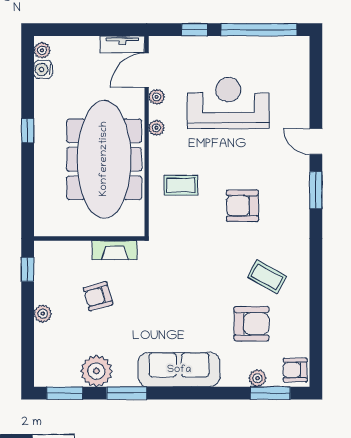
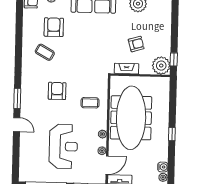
reception desk: (228, 103) -> (63, 146), turned -90
armchair: (242, 206) -> (57, 91), turned -90
plant: (43, 314) -> (161, 66), moved, width x1.87, depth x1.87
armchair: (251, 324) -> (54, 27), turned 90

